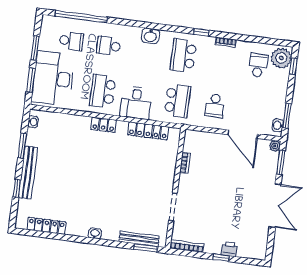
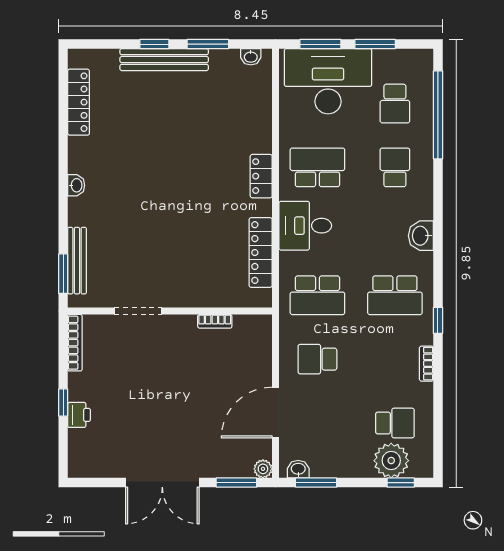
school desk: (183, 56) -> (395, 295), turned 180
plant: (281, 58) -> (391, 461), moved
window: (17, 188) -> (154, 44), moved

